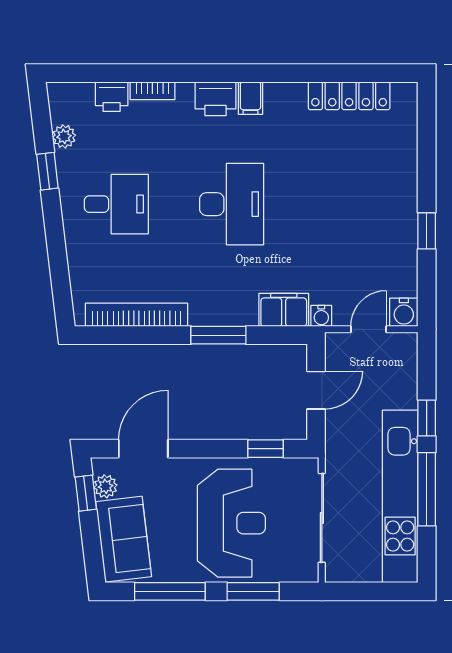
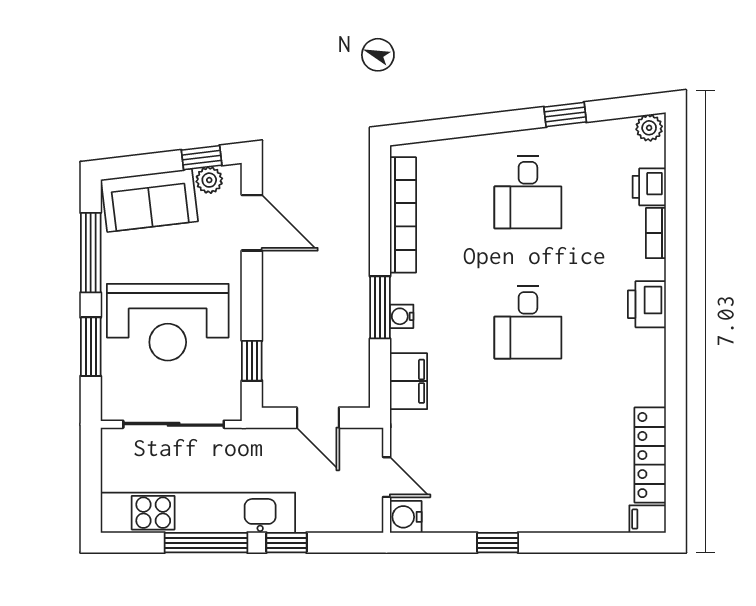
filing cabinet: (250, 98) -> (648, 519), moved
plant: (64, 136) -> (649, 128), moved
desk: (232, 204) -> (528, 322), width x0.73
water cooler: (321, 316) -> (402, 316), moved

